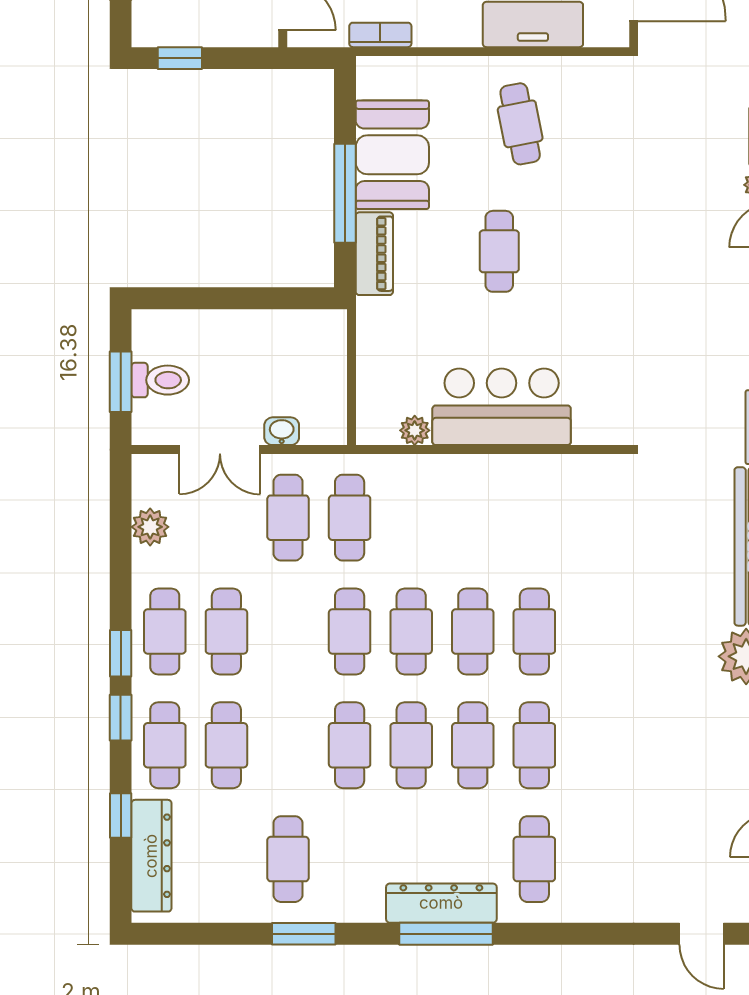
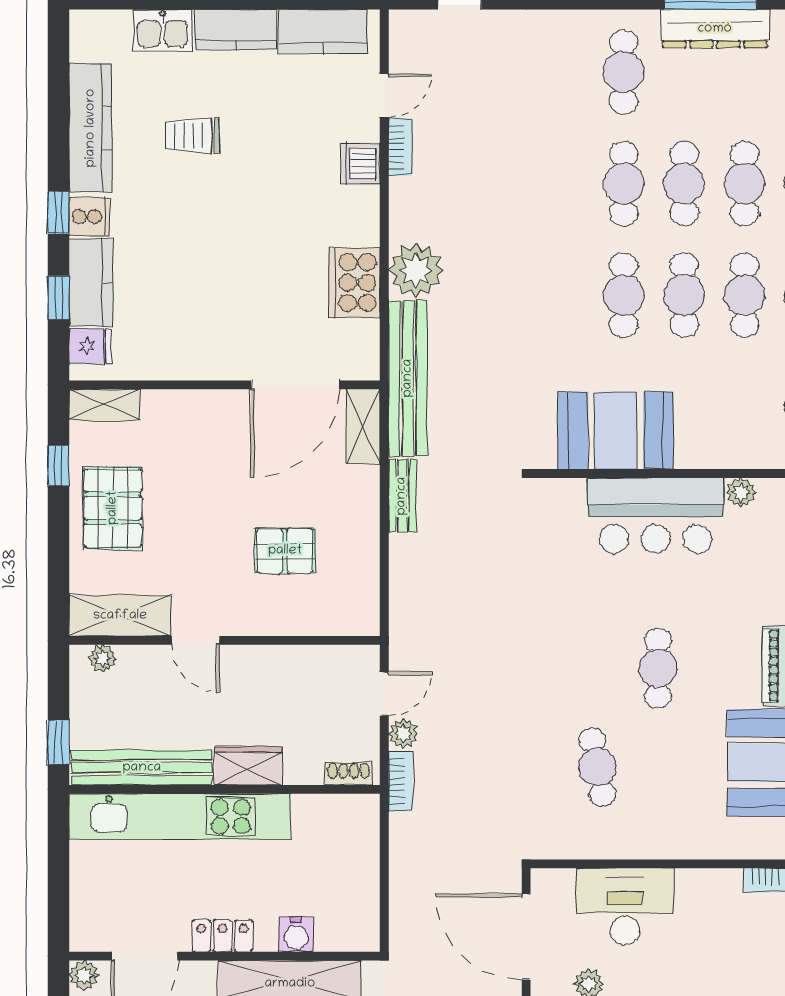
cafe table: (520, 124) -> (597, 767), moved
booth: (542, 493) -> (616, 431), added

